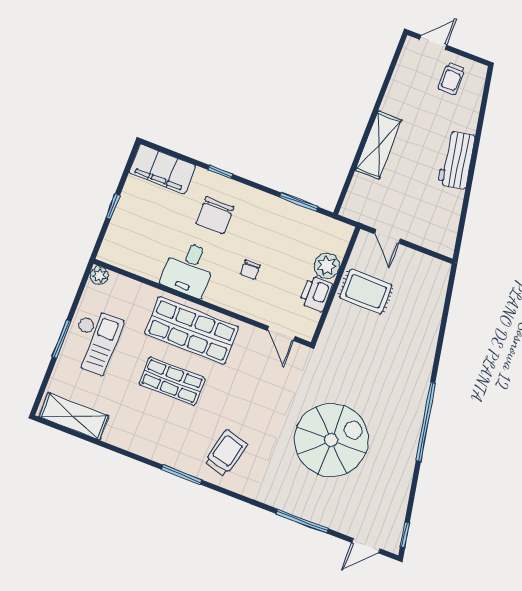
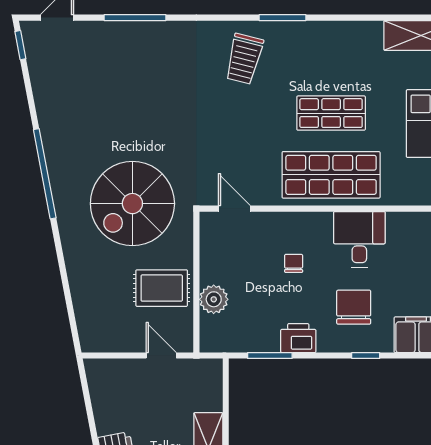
printer: (316, 294) -> (298, 338), moved, turned -90
spiral stairs: (331, 440) -> (132, 204), moved

